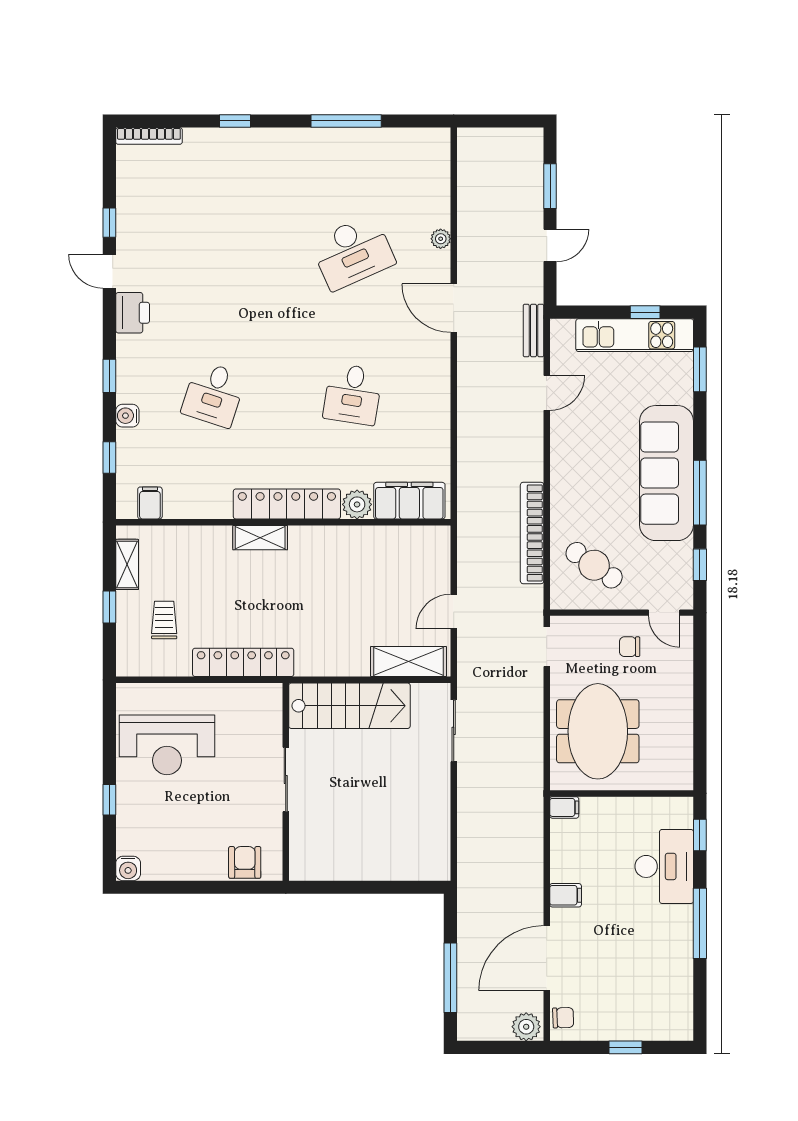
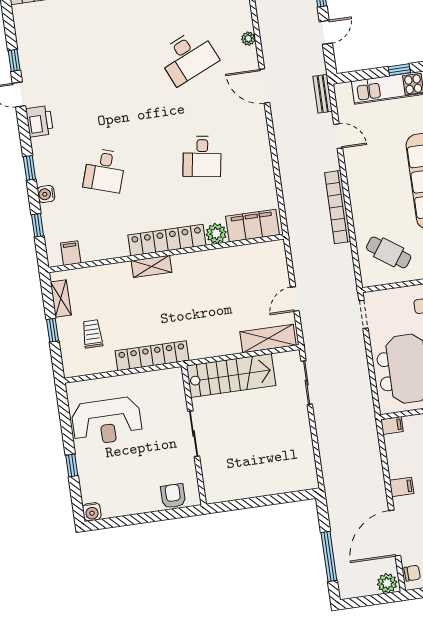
door: (547, 393) -> (338, 136), hinge flipped
bookcase: (532, 533) -> (338, 207), moved

